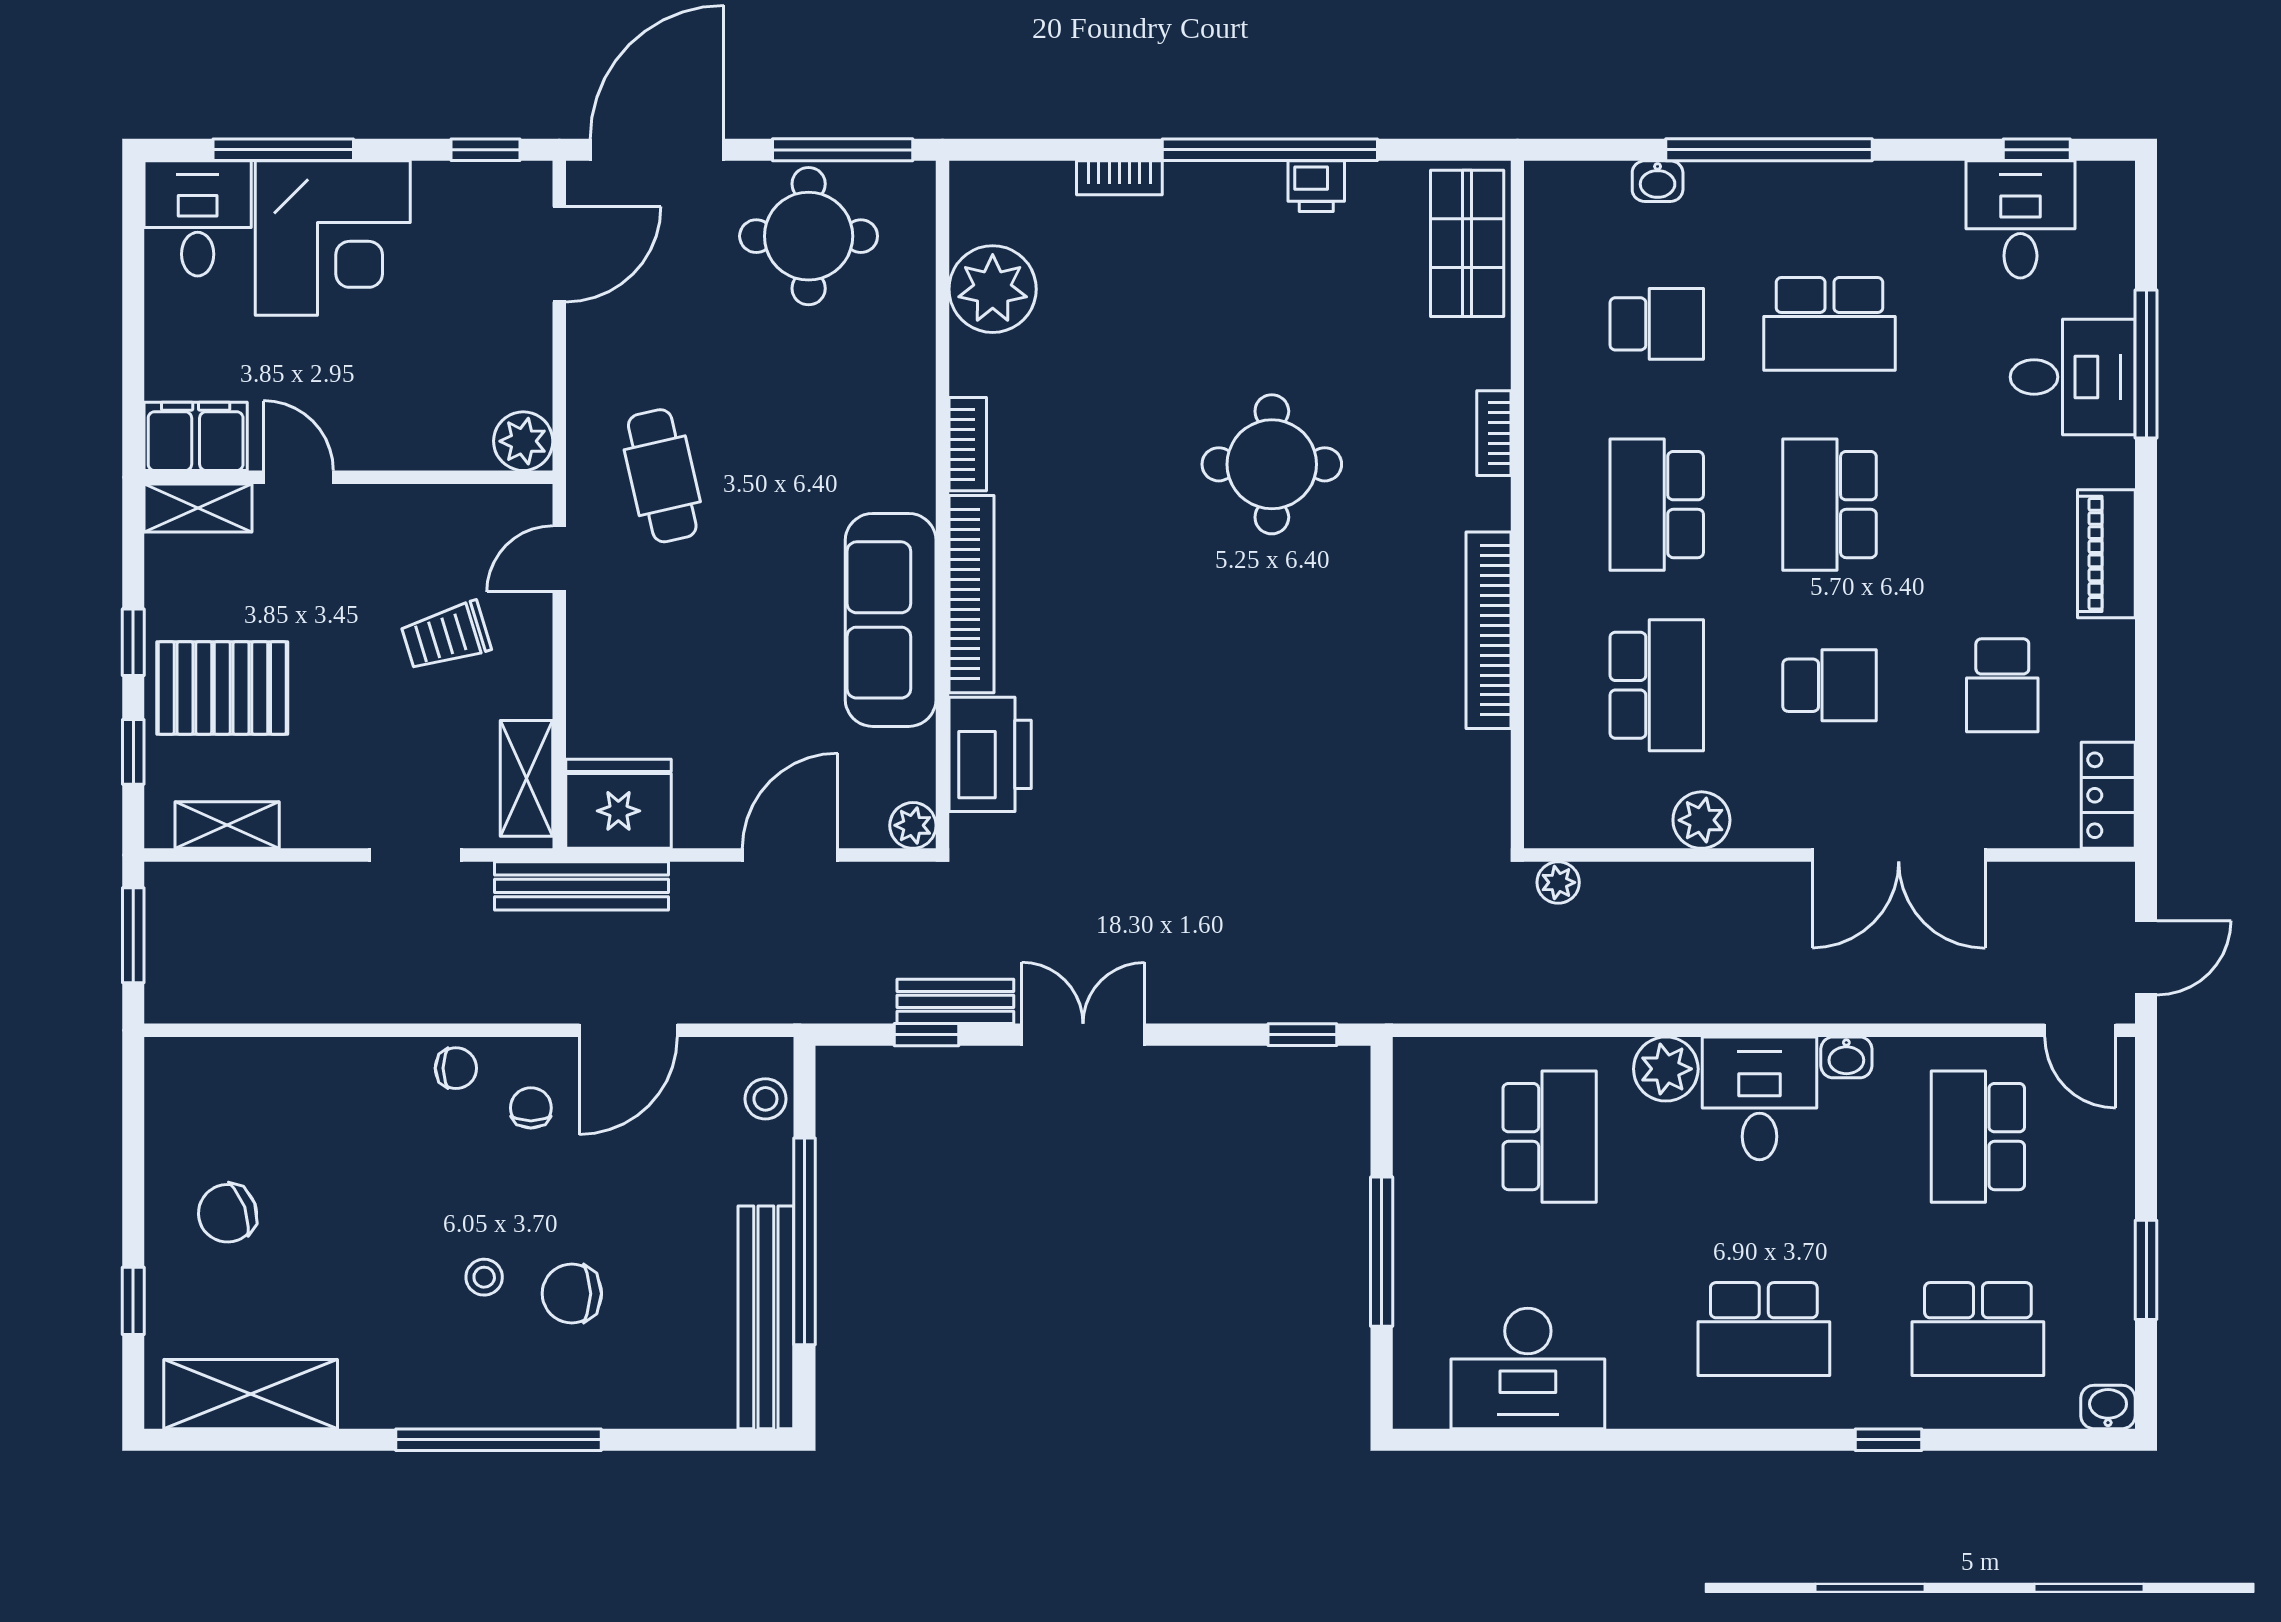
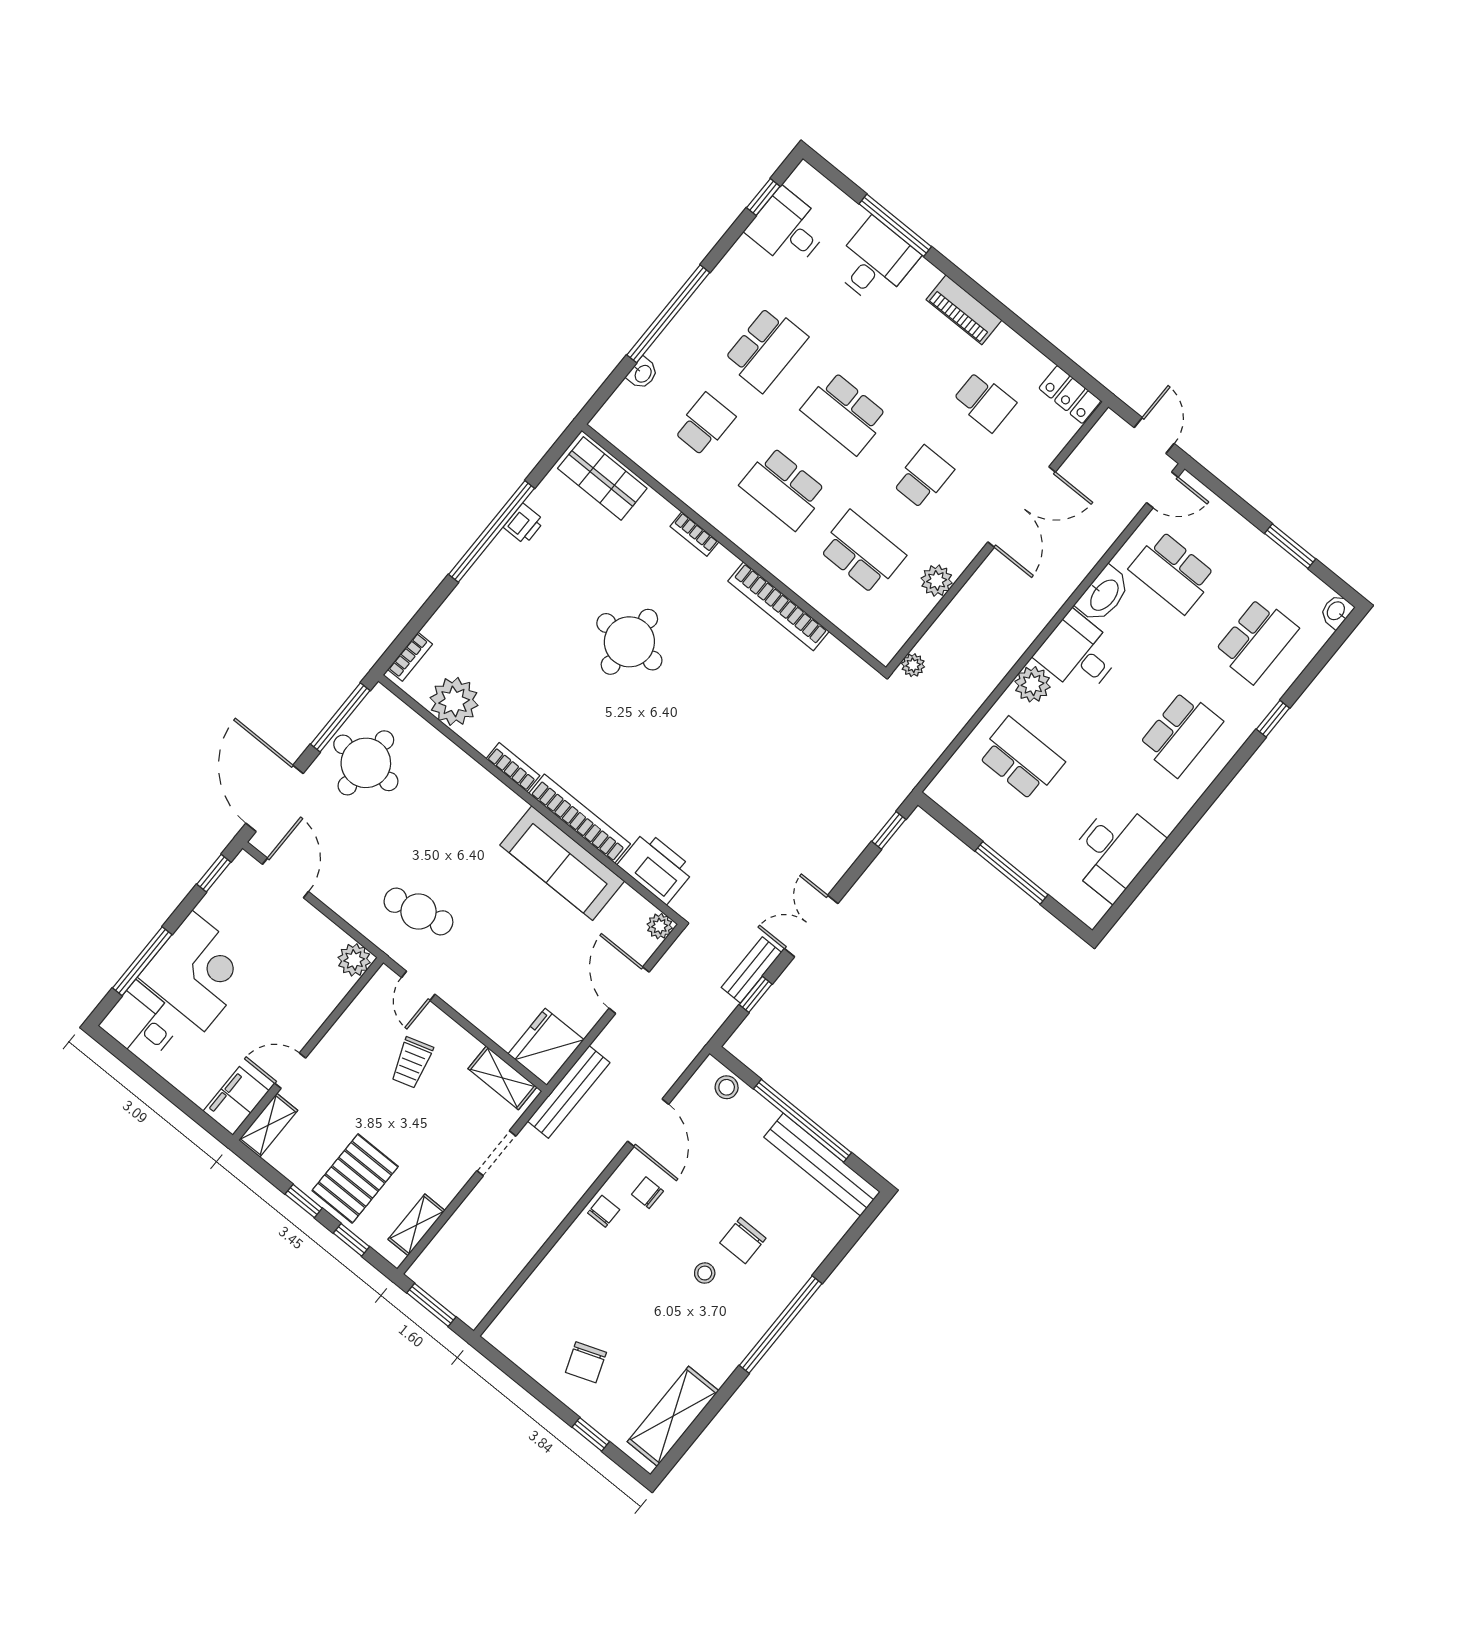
bookcase: (1119, 178) -> (410, 657), moved
washbasin: (1846, 1057) -> (1104, 595), width x1.91, depth x1.45

